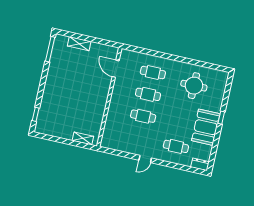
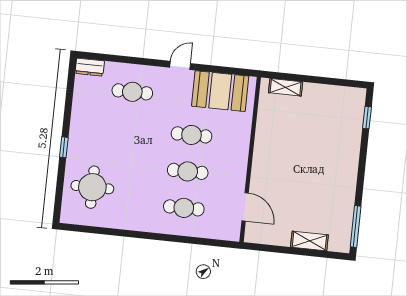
round table: (194, 86) -> (92, 187), moved
booth: (206, 127) -> (220, 91), moved, turned 90

